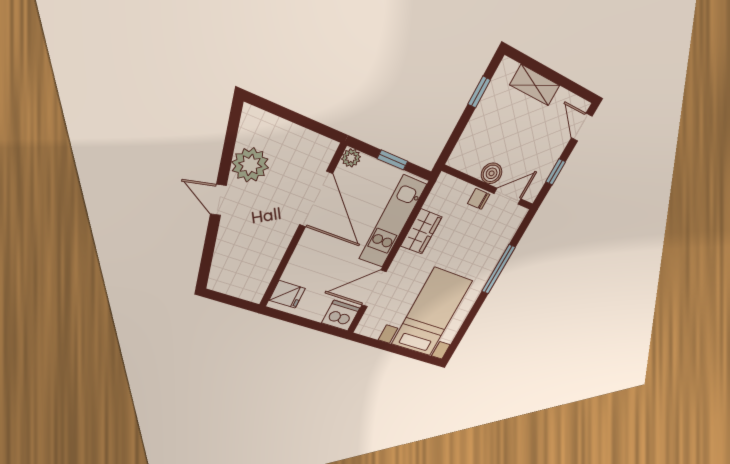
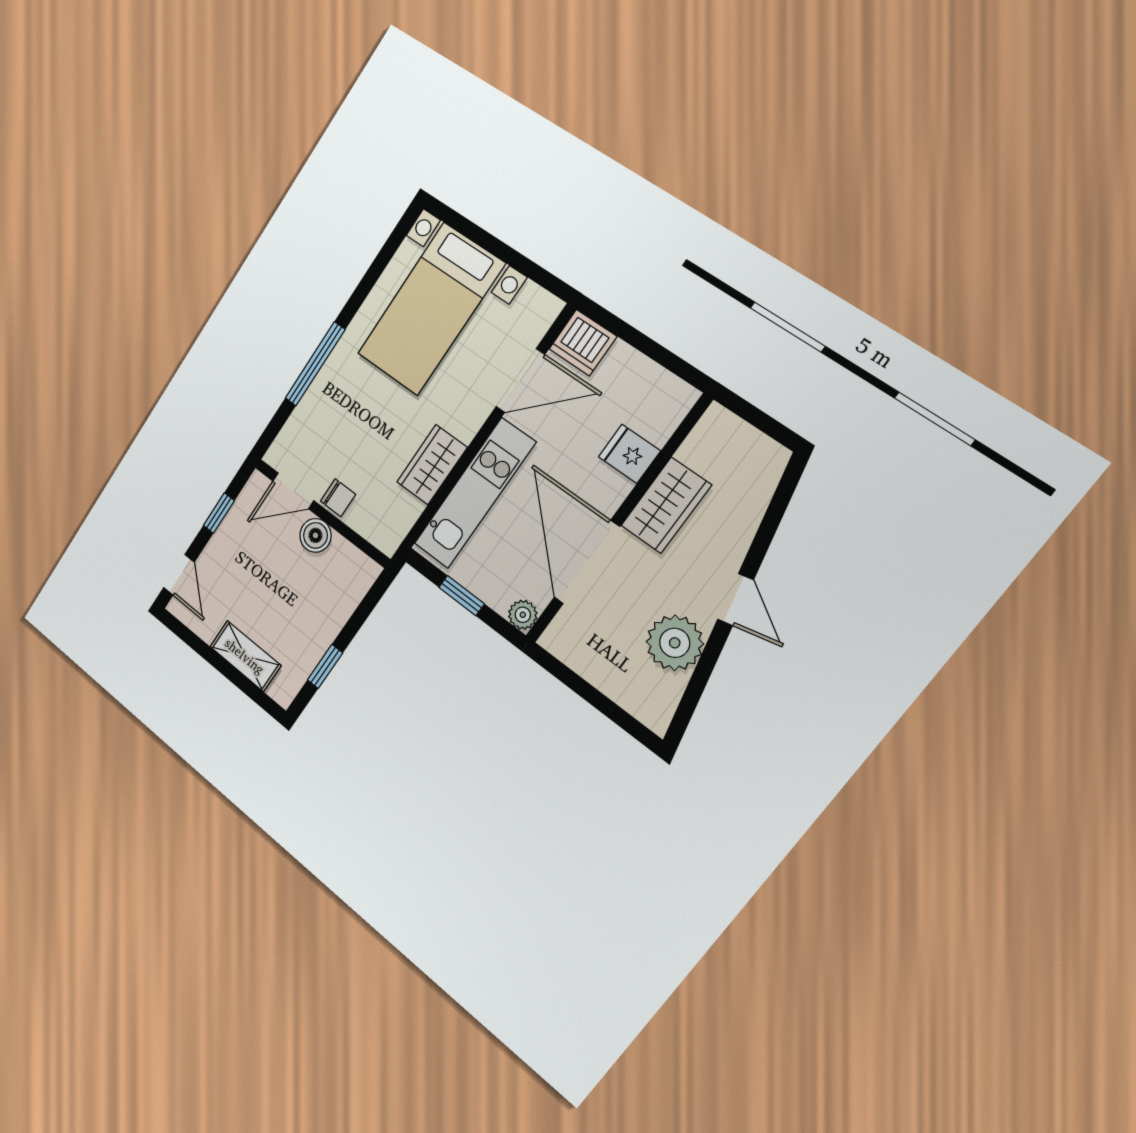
wardrobe: (274, 243) -> (666, 505), added
fridge: (287, 294) -> (629, 454), moved

